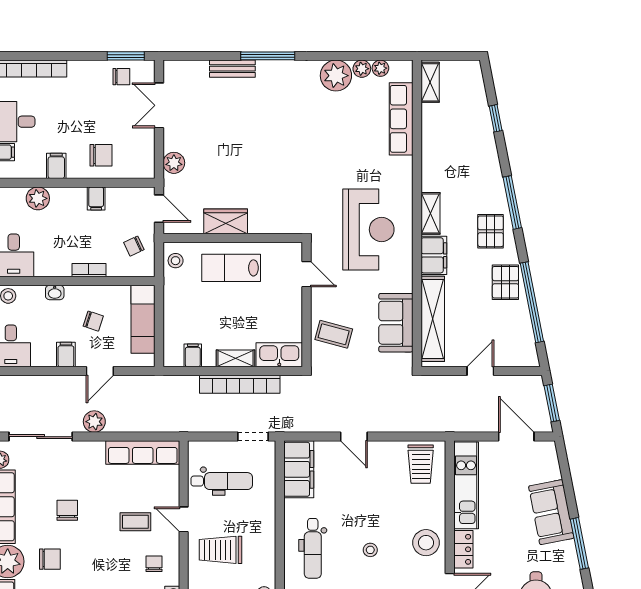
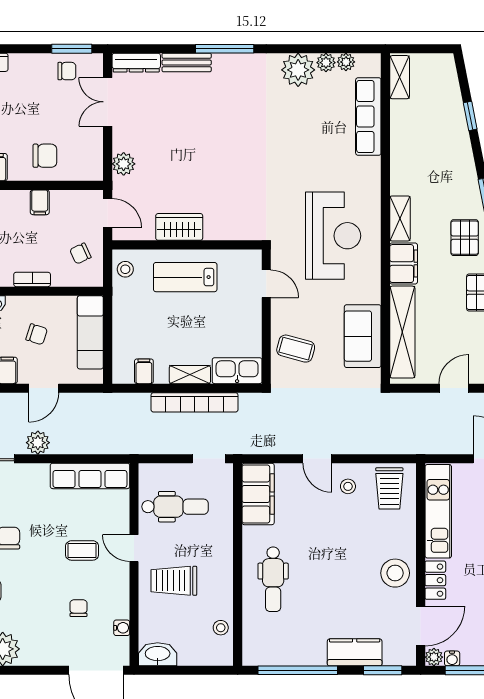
dresser: (186, 69) -> (136, 63), added
stool: (370, 550) -> (348, 486), moved
chair: (154, 564) -> (78, 608), moved

